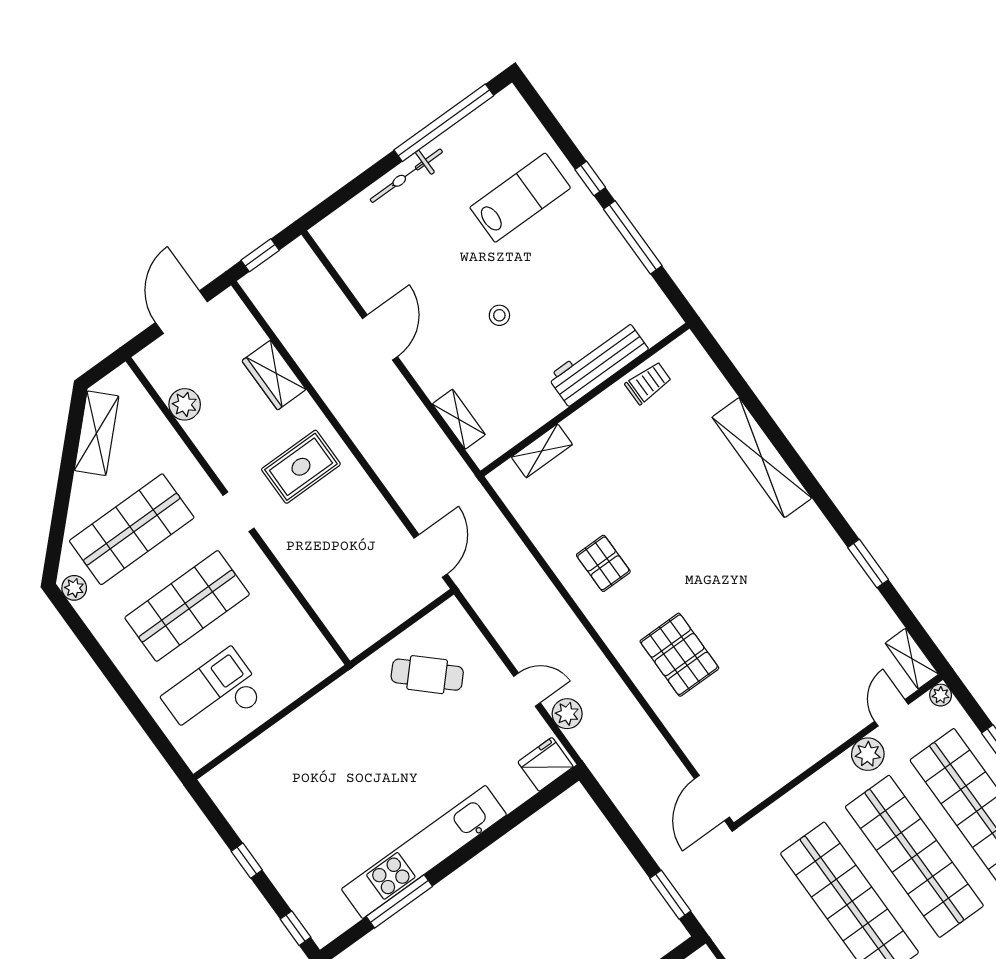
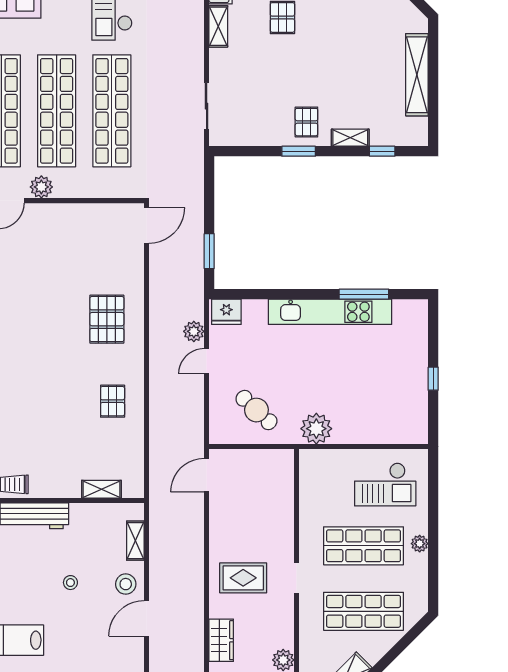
stool: (433, 360) -> (126, 584), added
plant: (74, 588) -> (420, 544), moved
door: (527, 690) -> (207, 361), hinge flipped
plant: (341, 703) -> (316, 429), added
window: (670, 895) -> (209, 251), moved
window: (296, 928) -> (433, 321), removed

